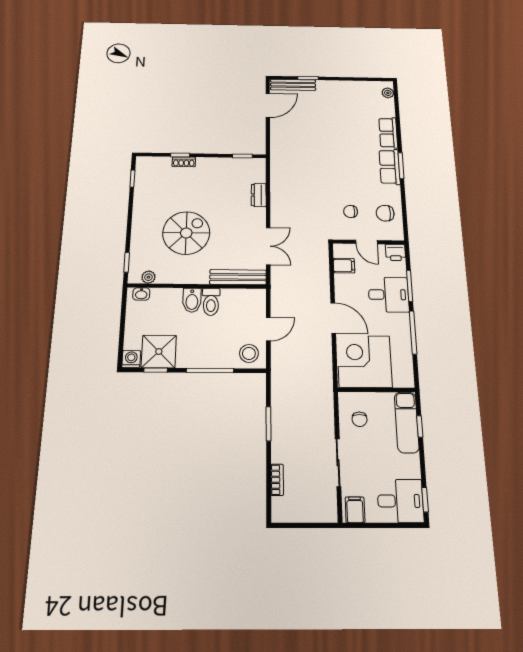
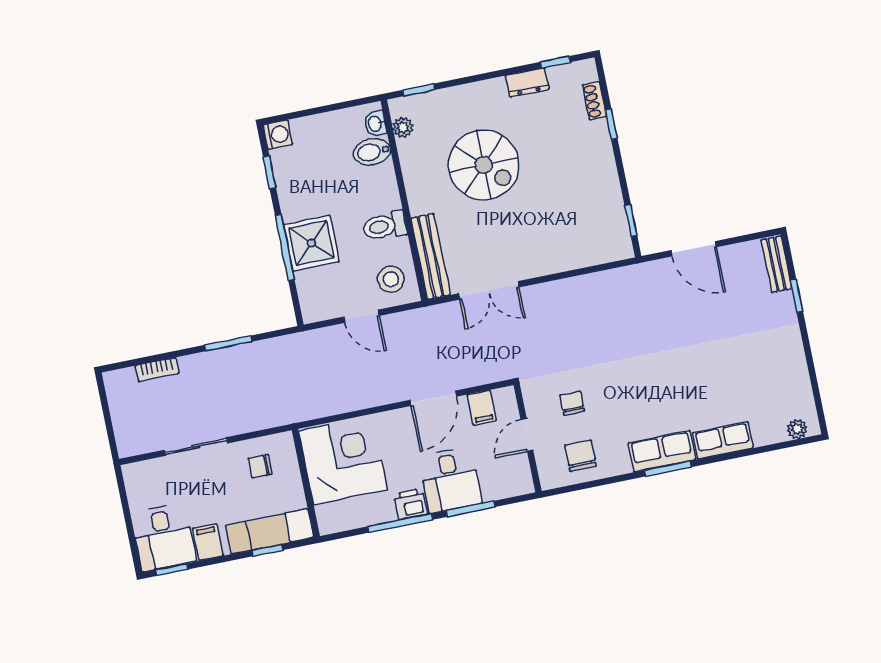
bench: (293, 85) -> (776, 264), width x0.73
door: (268, 105) -> (694, 249), moved
shoe rack: (184, 162) -> (594, 101), moved
dresser: (259, 195) -> (527, 83), moved, turned 180
printer: (396, 252) -> (410, 504), moved, turned 90
bidet: (192, 300) -> (372, 152), moved
door: (333, 318) -> (433, 398), moved
shower: (159, 352) -> (311, 243), moved
stool: (249, 353) -> (391, 279), moved
filing cabinet: (355, 510) -> (208, 542), moved, turned -90

